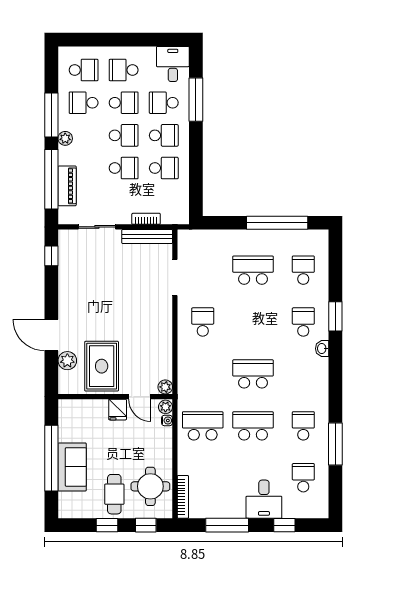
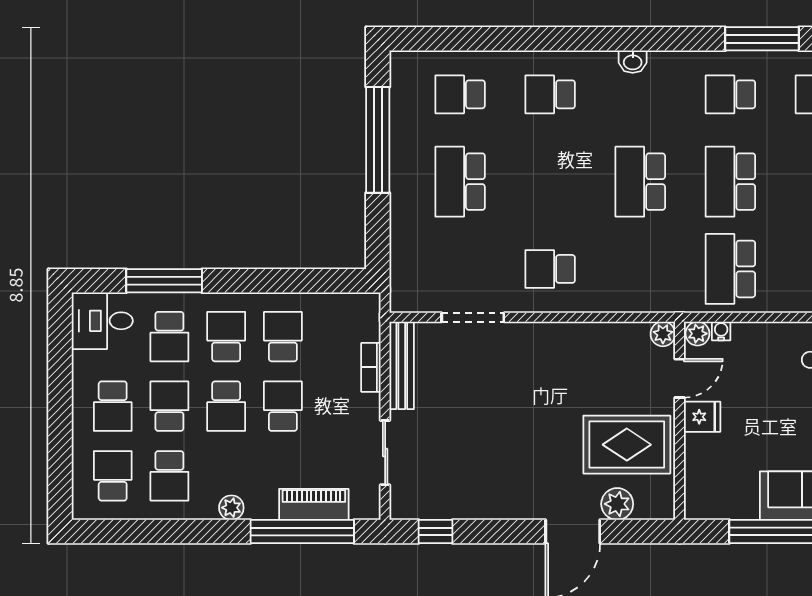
window: (51, 115) -> (191, 532), removed
school desk: (124, 135) -> (226, 406), turned 180
window: (335, 316) -> (540, 39), removed
washbasin: (322, 349) -> (633, 62), moved

